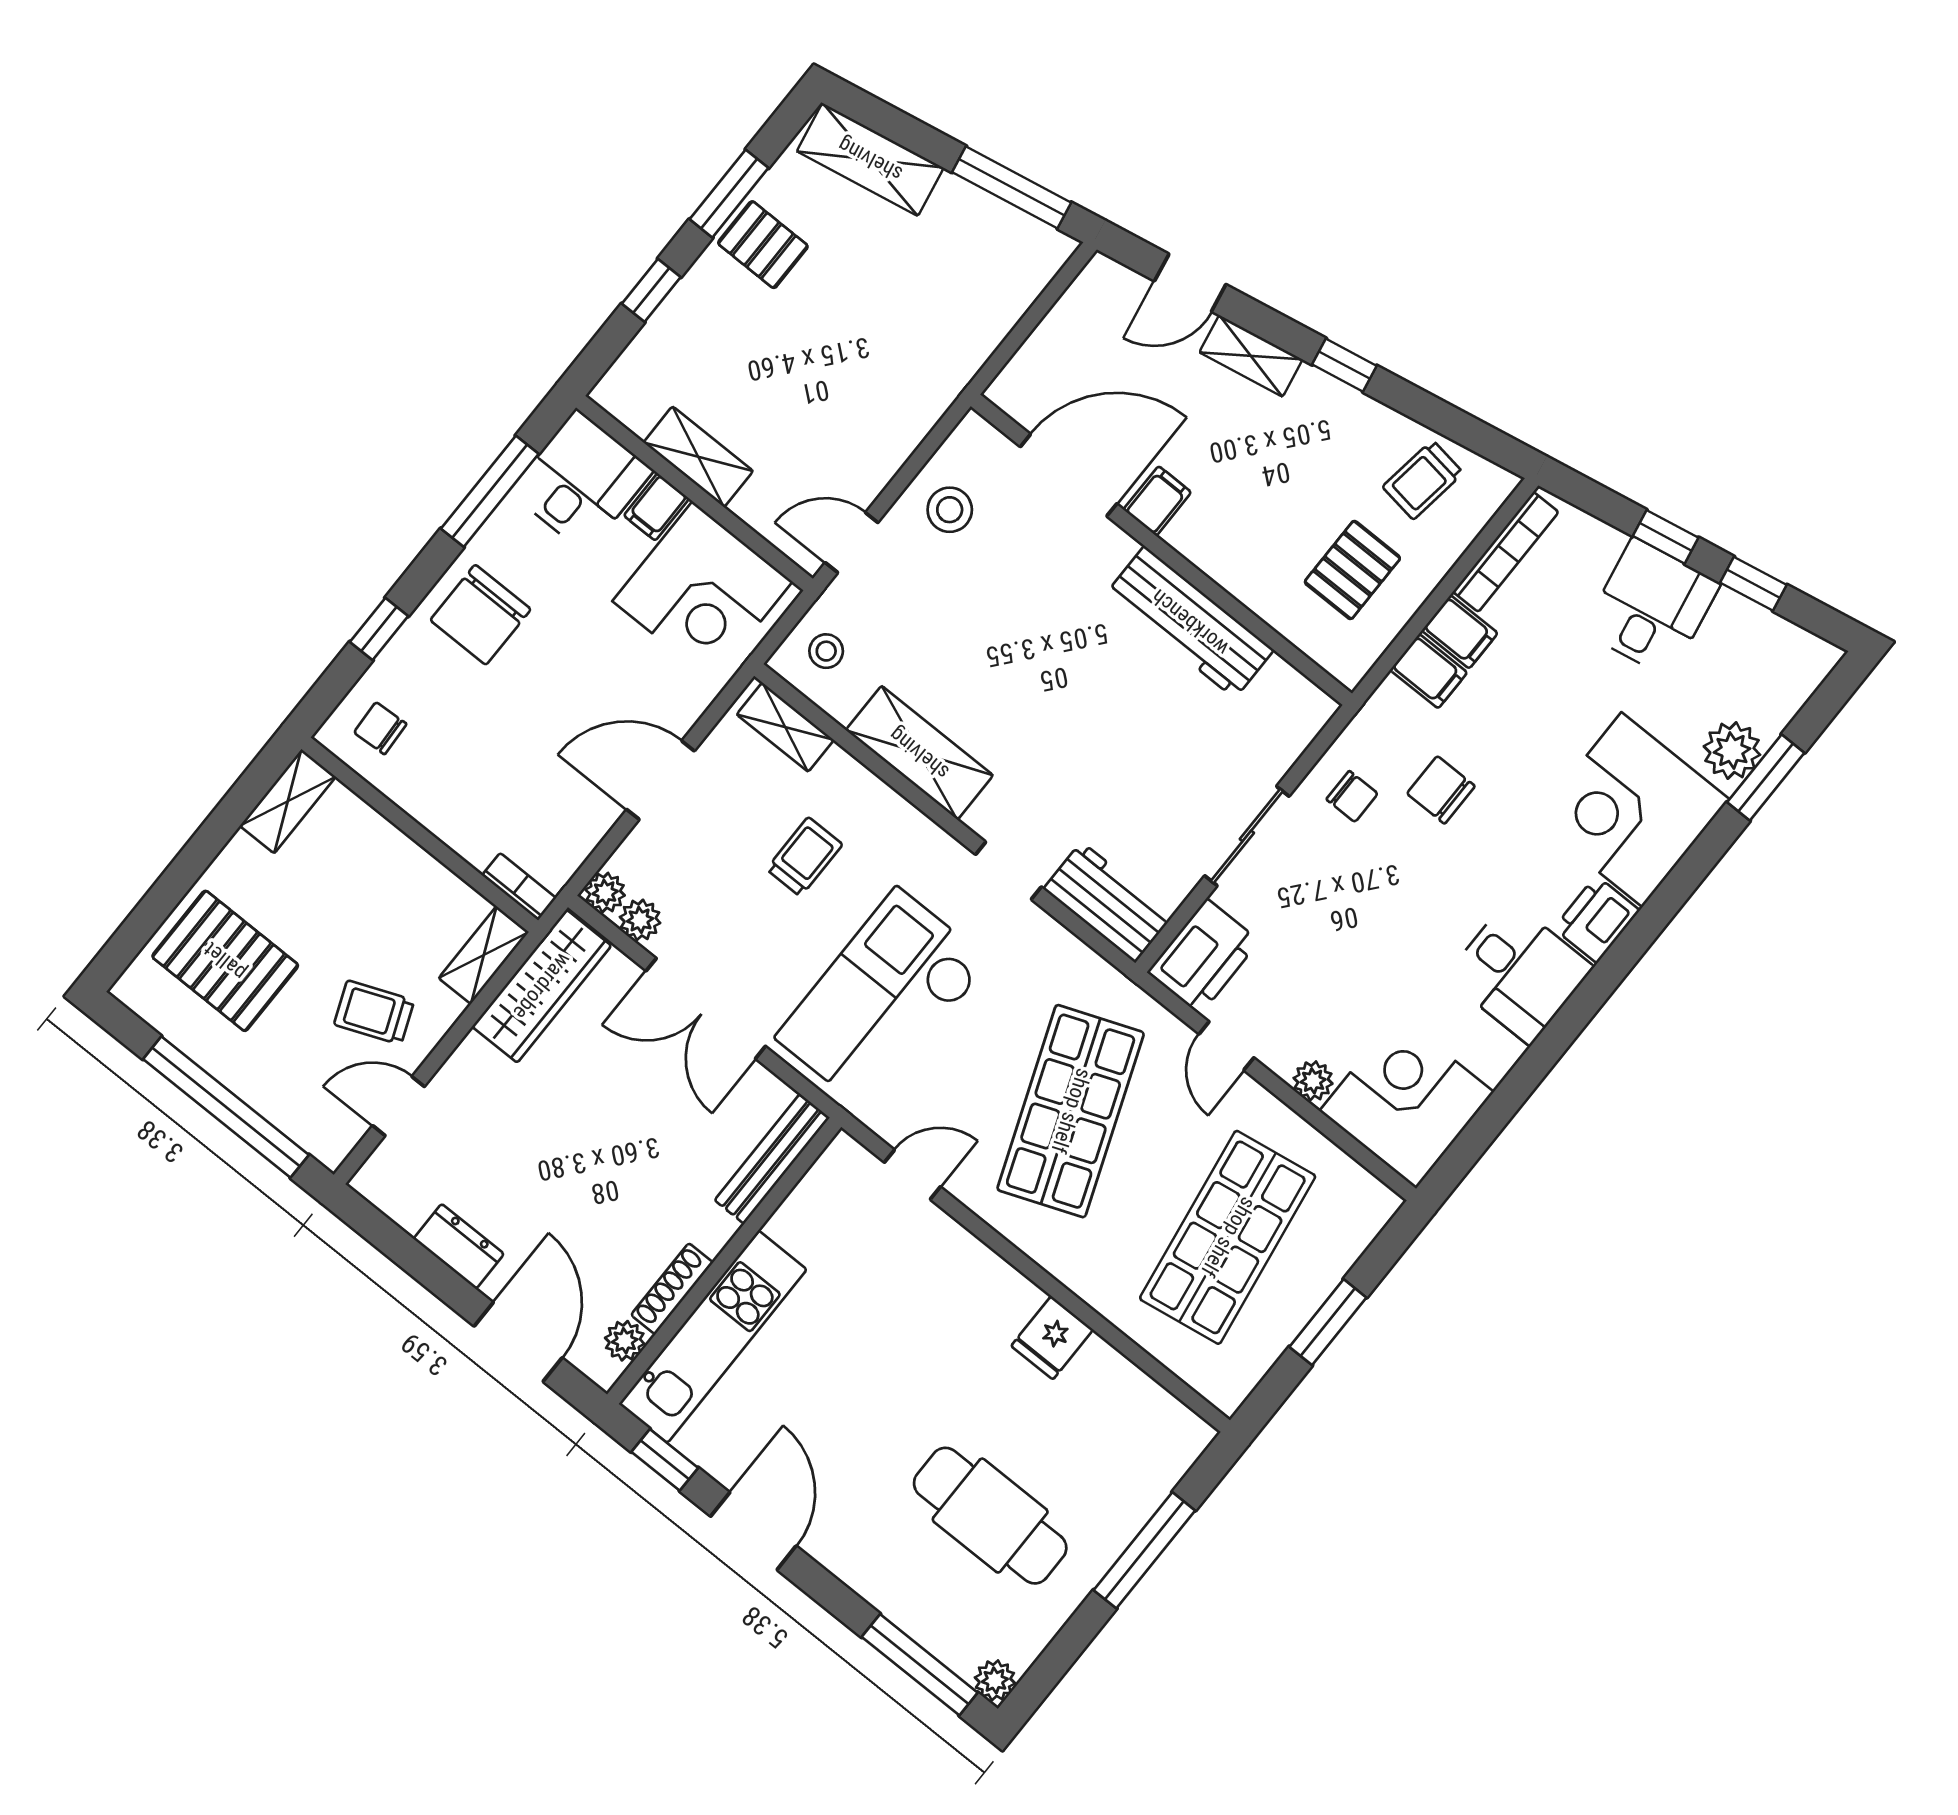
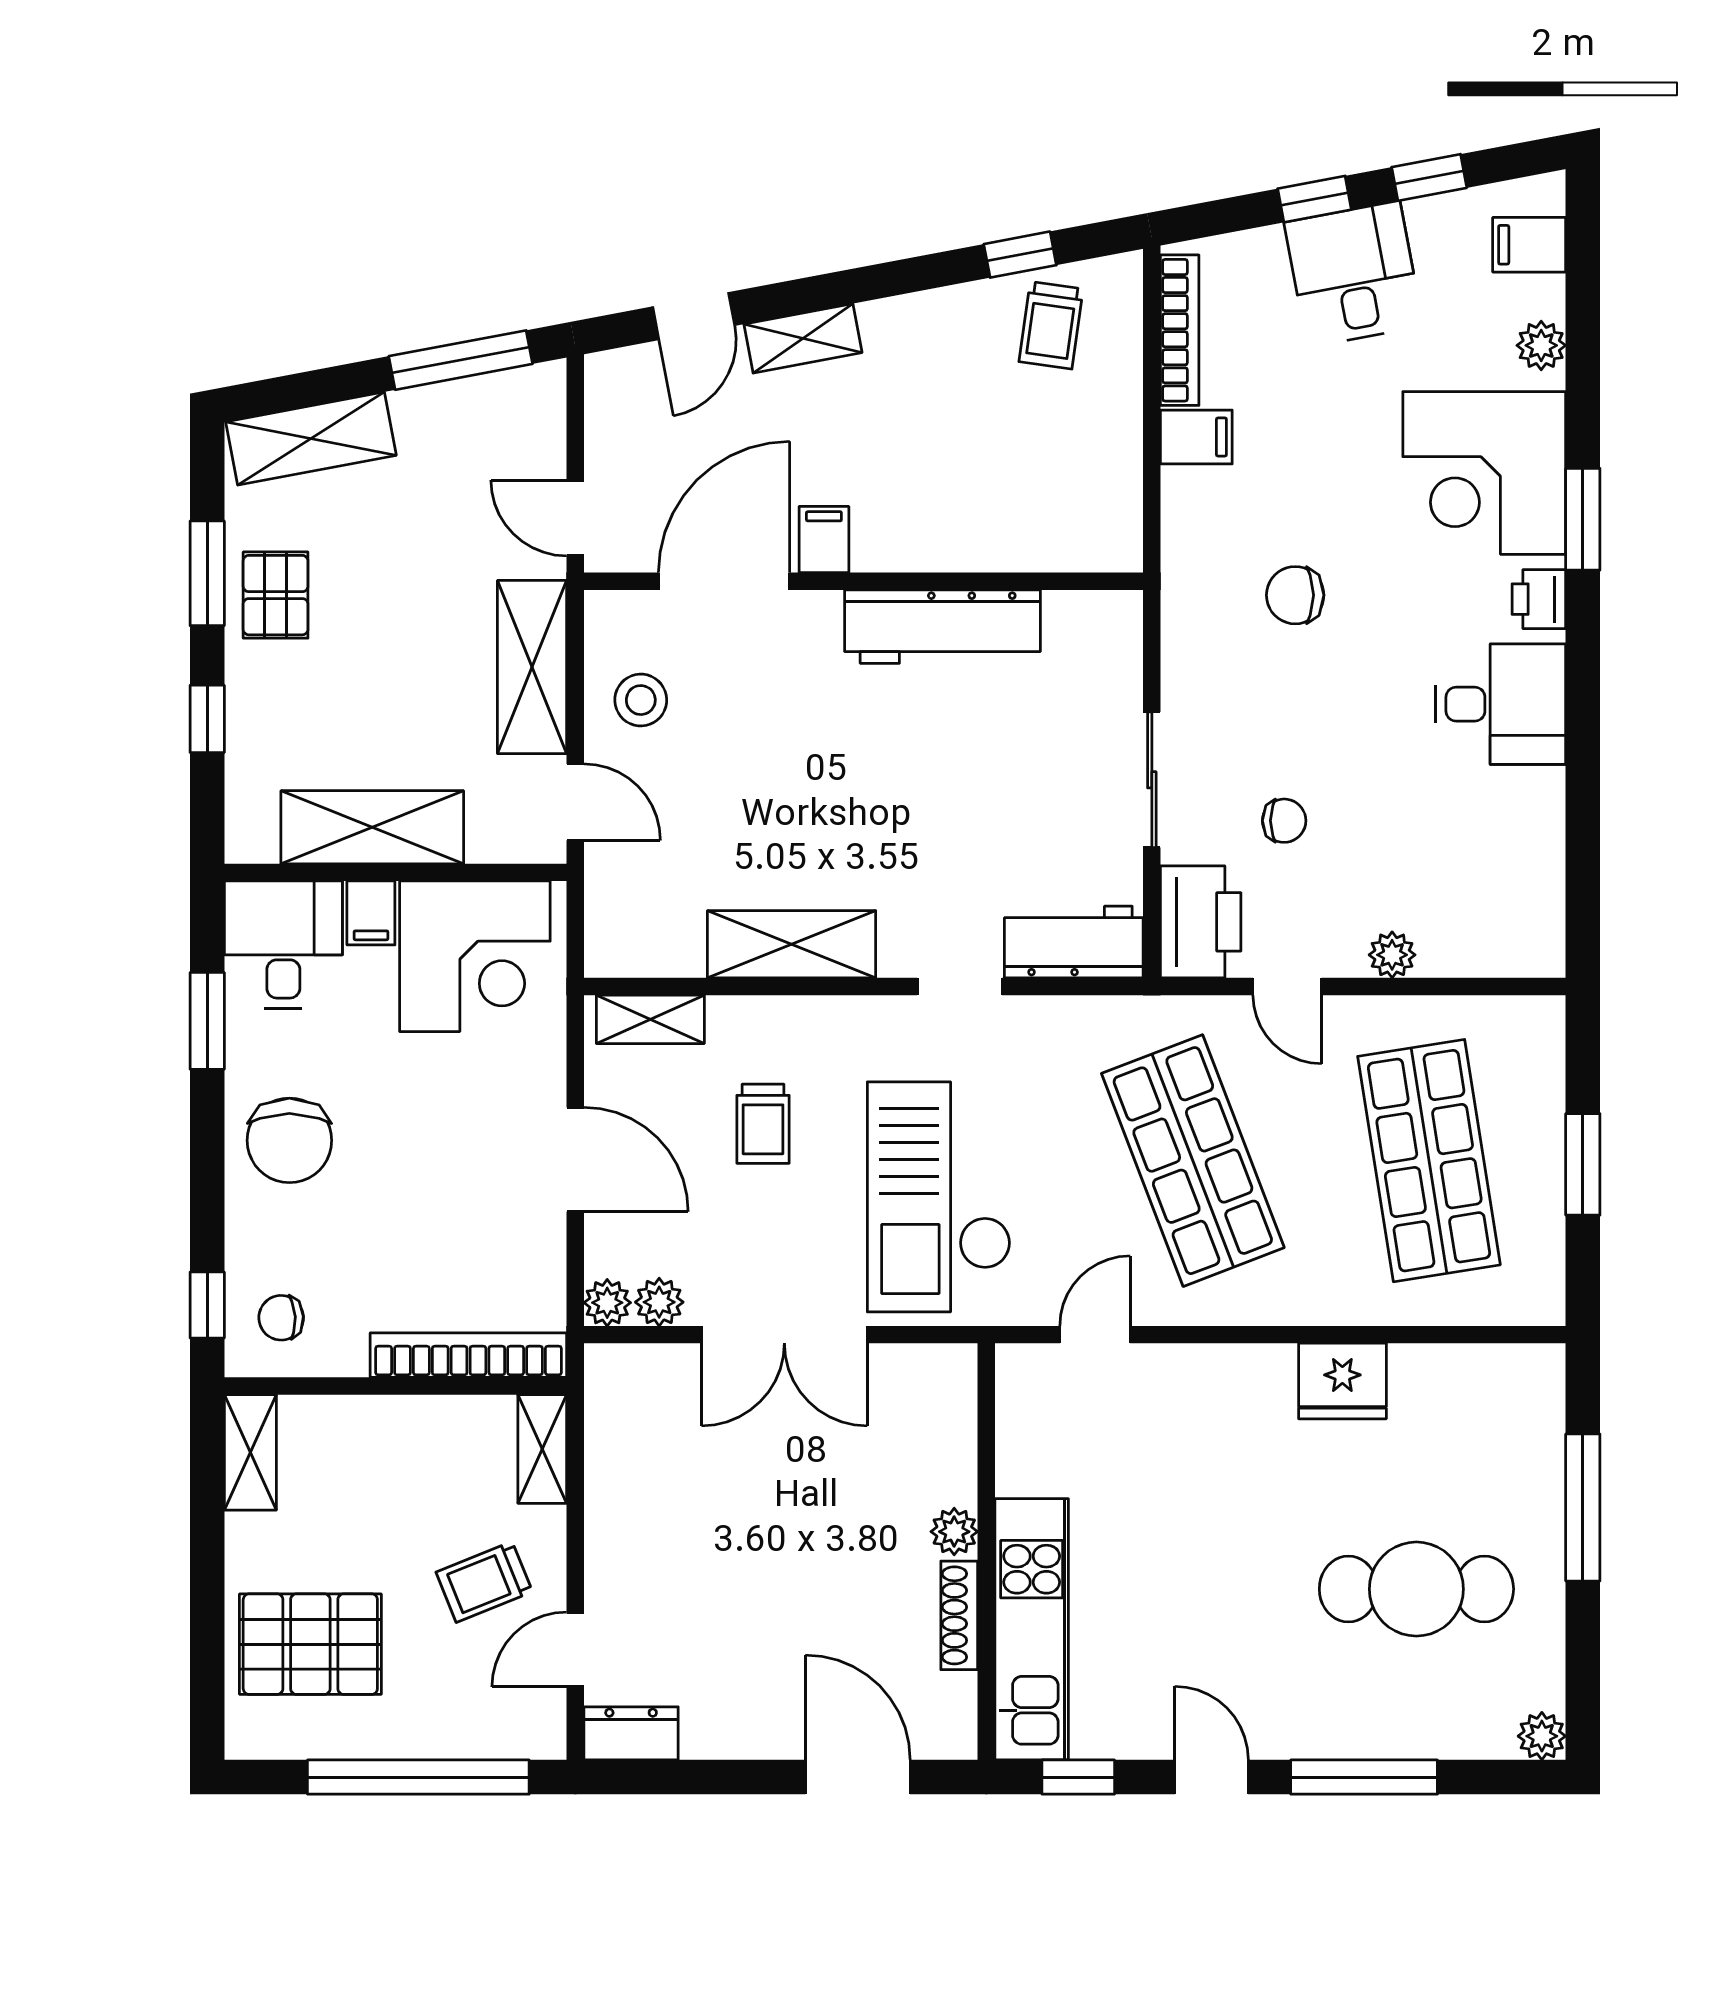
pallet: (763, 245) -> (276, 595), turned 90
door: (1003, 354) -> (575, 518), added
window: (1344, 365) -> (1020, 255), moved
shelving: (895, 430) -> (532, 667), added
shelving: (698, 457) -> (372, 827), width x1.50, depth x1.33
window: (490, 491) -> (207, 1021), width x0.69
door: (852, 543) -> (575, 802), swing flipped
pallet: (1352, 570) -> (1053, 459), removed
window: (379, 629) -> (207, 1305), moved
stool: (826, 651) -> (632, 920), removed
filing cabinet: (1429, 671) -> (1529, 245), moved, turned 180
plant: (1732, 750) -> (1541, 345), width x0.73, depth x0.73
window: (1766, 778) -> (1583, 519), moved
door: (660, 780) -> (575, 1159), swing flipped
chair: (1352, 796) -> (1284, 821), moved
trolley: (804, 857) -> (763, 1124), turned 180
bookcase: (519, 887) -> (468, 1355), width x2.31, depth x1.31
printer: (1597, 919) -> (1539, 599), width x0.73, depth x0.81
wardrobe: (542, 986) -> (618, 1435), removed
corner desk: (1407, 1101) -> (1493, 905), removed
bench: (772, 1159) -> (955, 1423), removed
dresser: (459, 1246) -> (631, 1733), moved
fridge: (1052, 1338) -> (1342, 1381), width x1.38
plant: (625, 1341) -> (954, 1532), moved
door: (753, 1531) -> (1212, 1777), width x0.73
window: (920, 1665) -> (1364, 1777), moved

